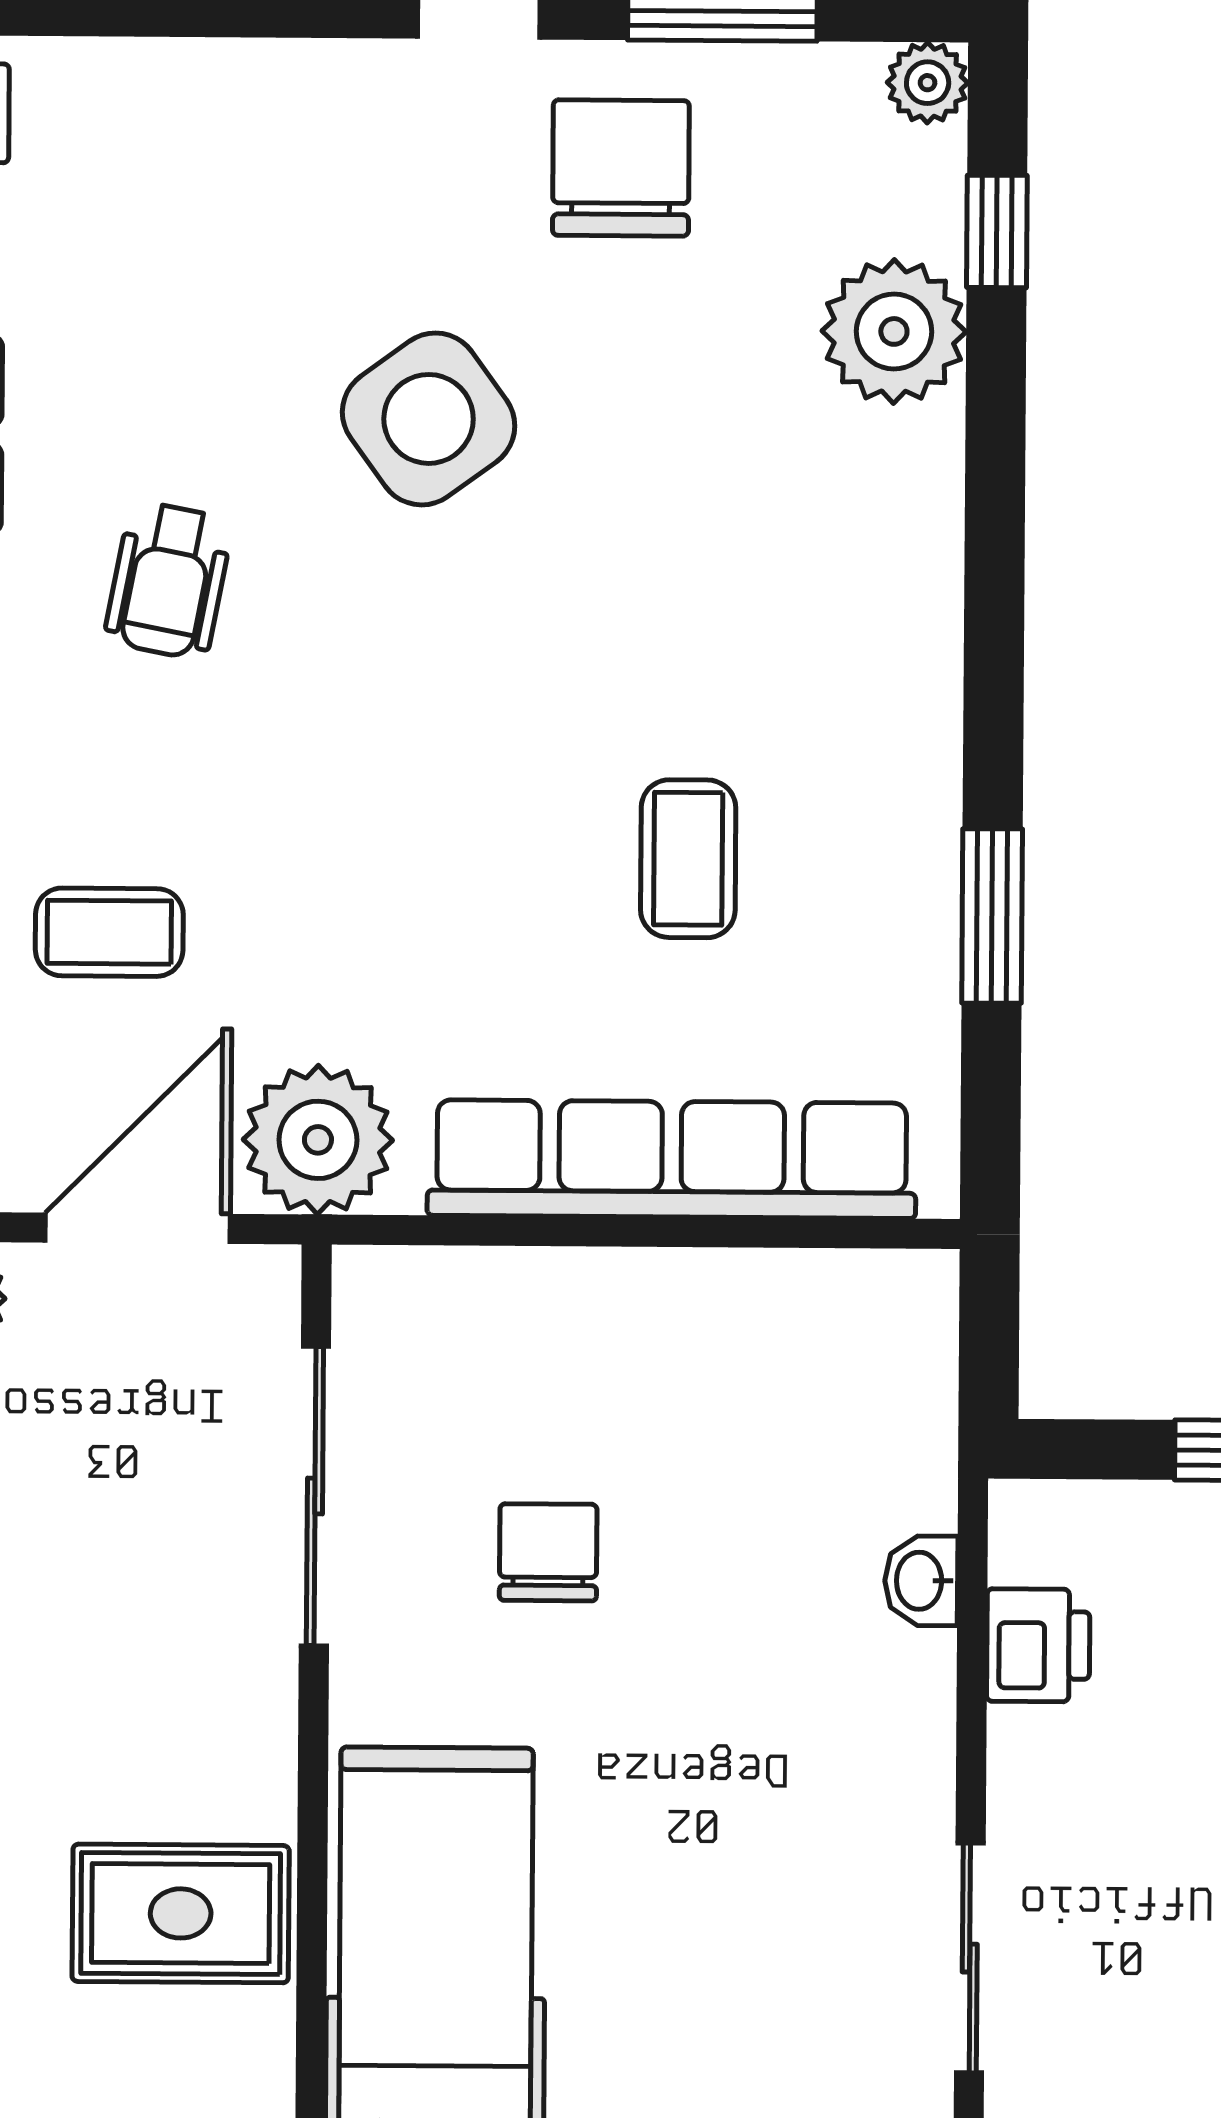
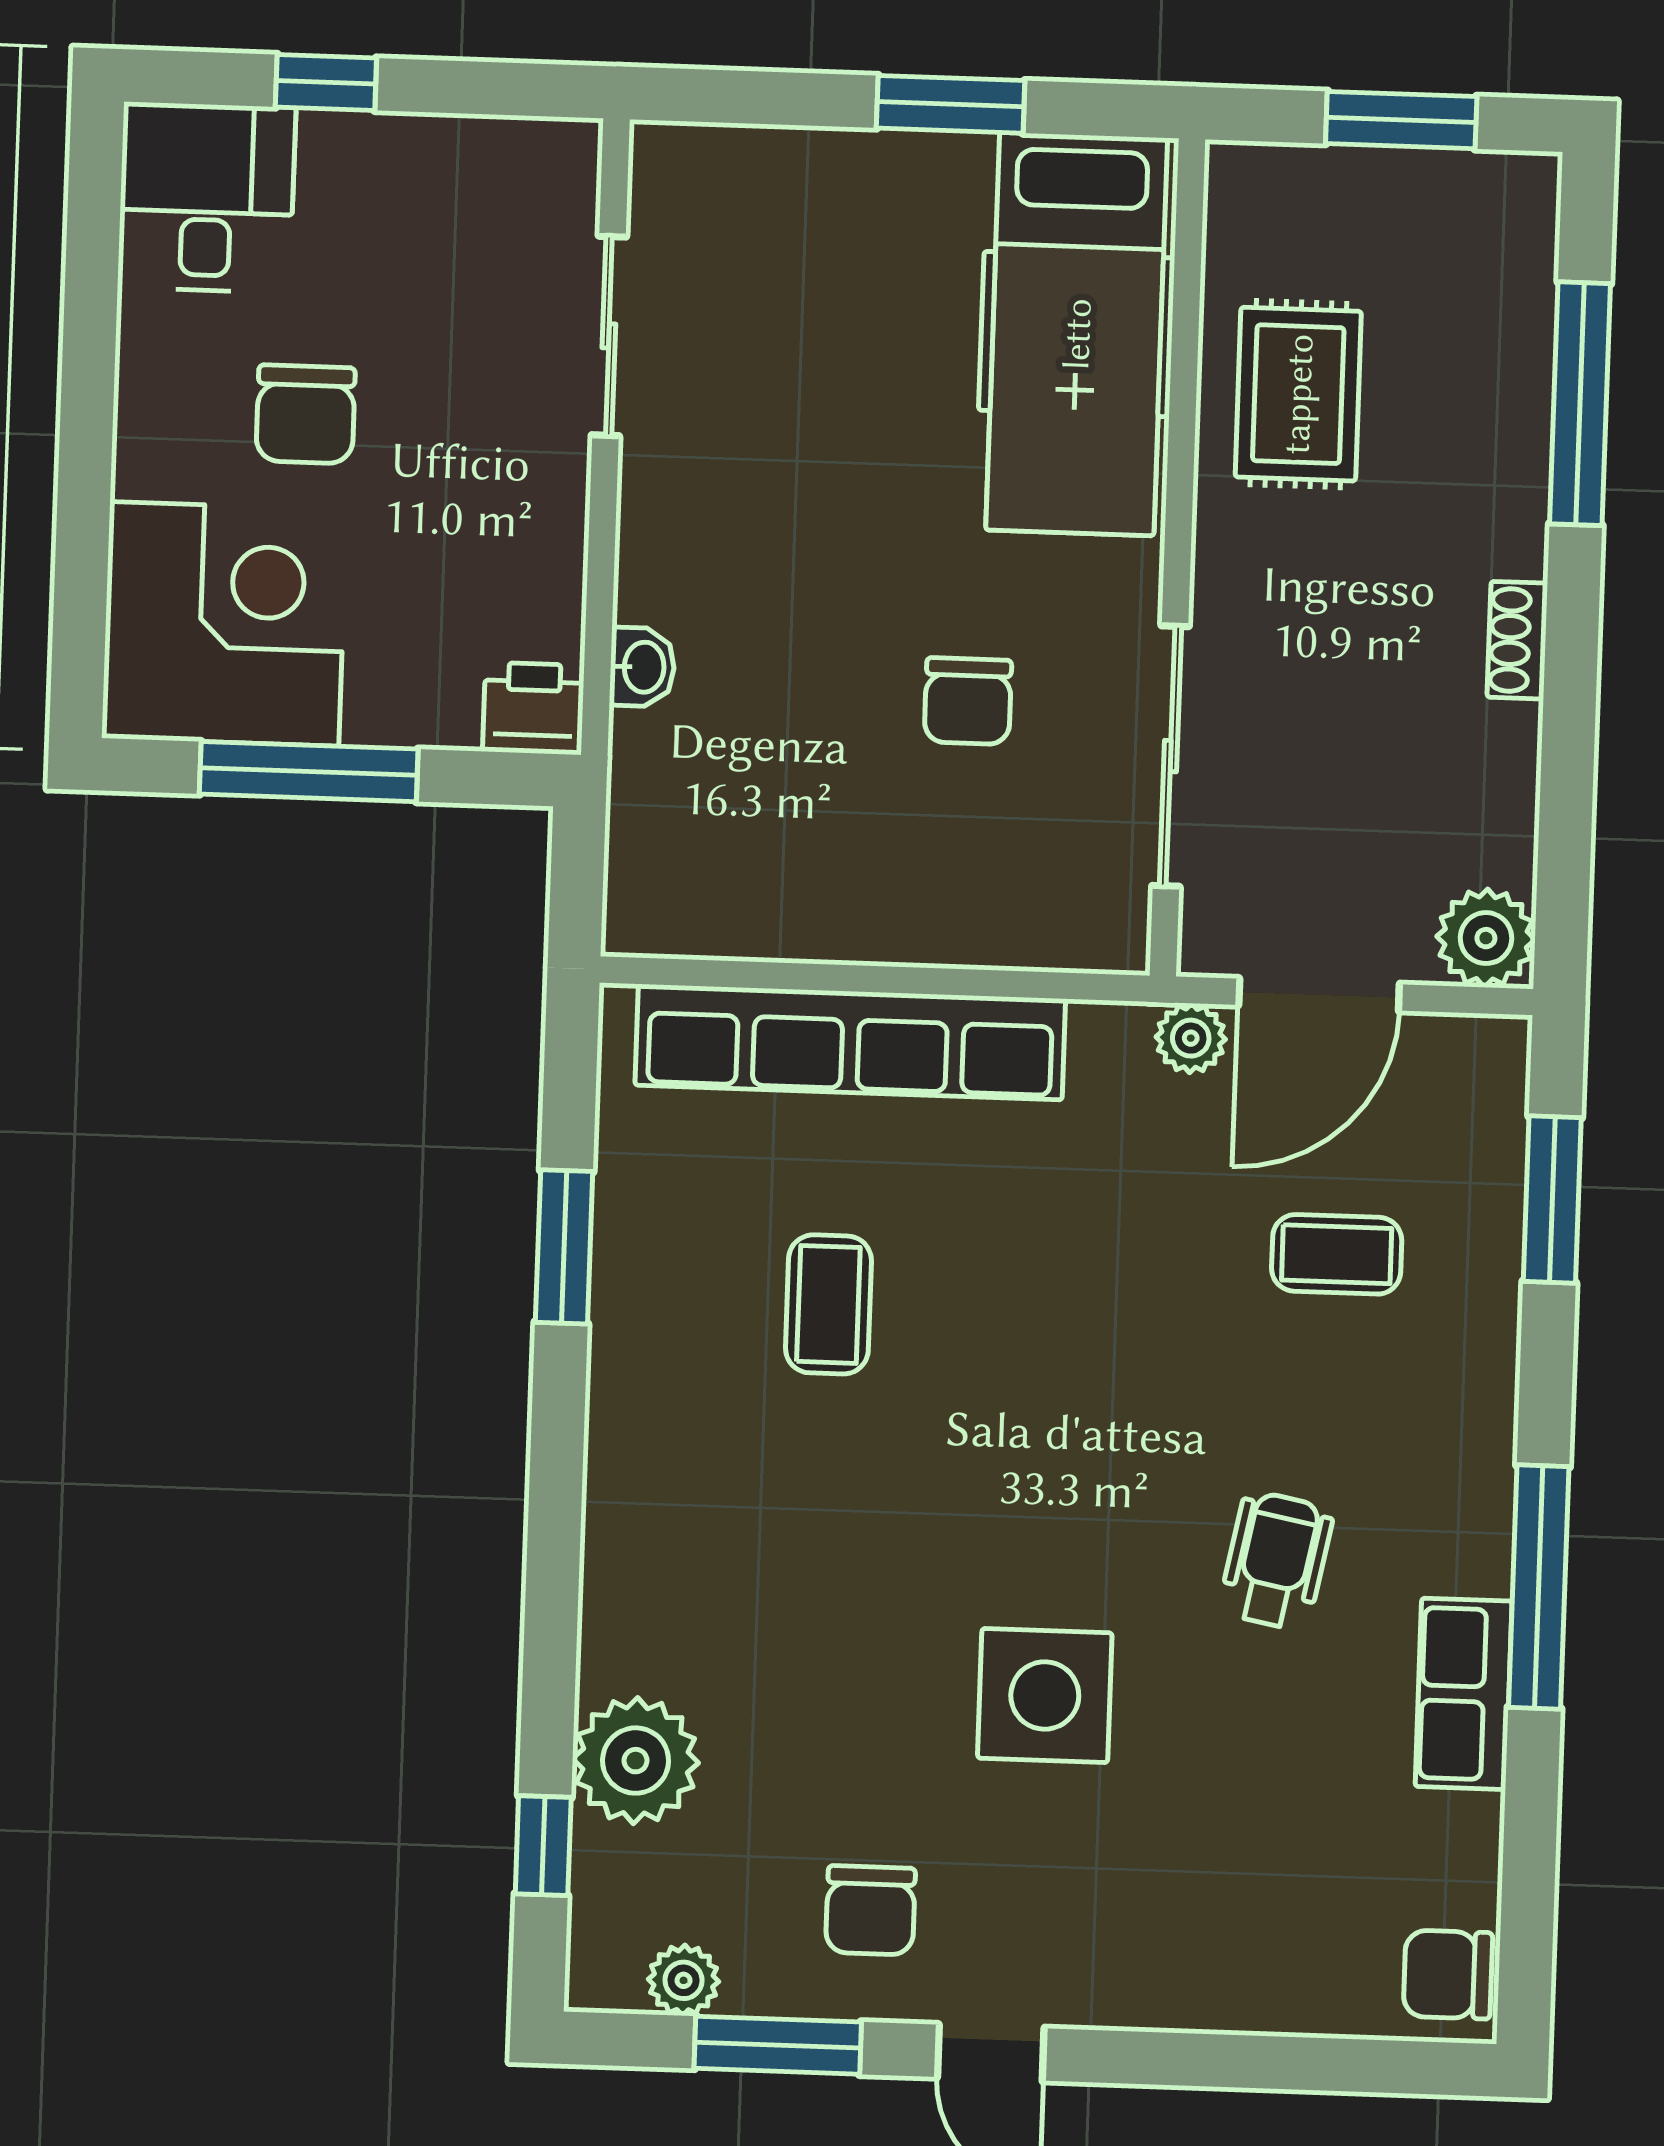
plant: (928, 83) -> (684, 1980), moved
chair: (621, 168) -> (870, 1910), width x0.73, depth x0.73
side table: (429, 419) -> (1045, 1695), turned 36
plant: (318, 1140) -> (1191, 1038), width x0.53, depth x0.53
printer: (1038, 1645) -> (533, 708), moved, turned 90
rug: (181, 1913) -> (1298, 394), turned 90

